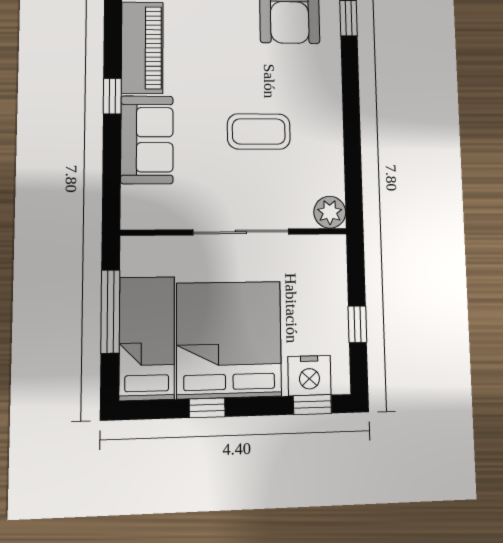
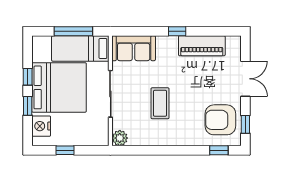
sofa: (147, 140) -> (134, 48), moved
bed: (147, 338) -> (80, 48), moved, turned 180
window: (312, 405) -> (28, 106), moved

